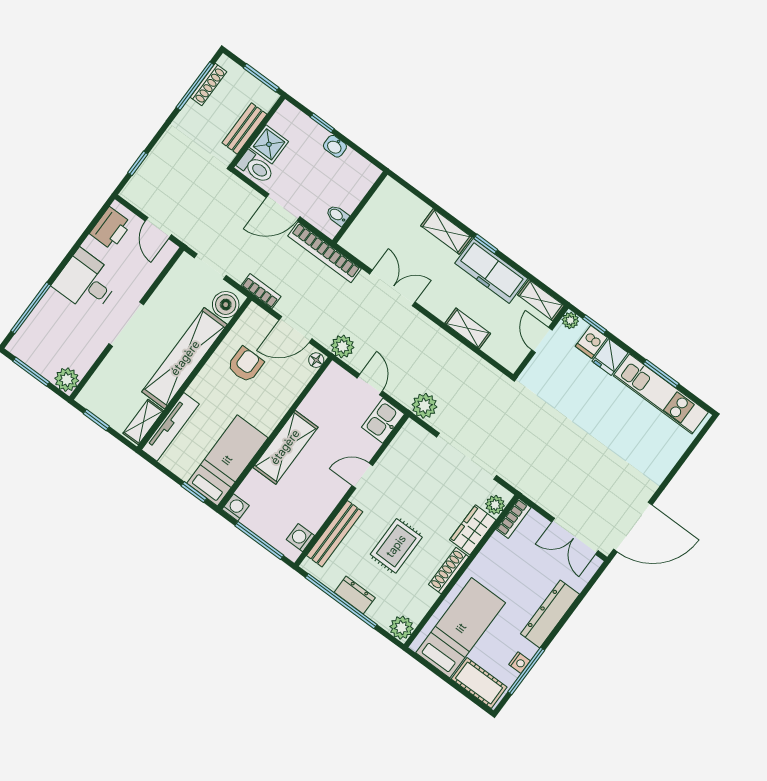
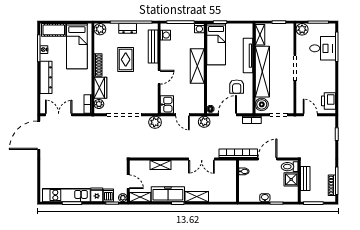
desk: (86, 282) -> (323, 48), moved
tv unit: (170, 427) -> (248, 56), moved

